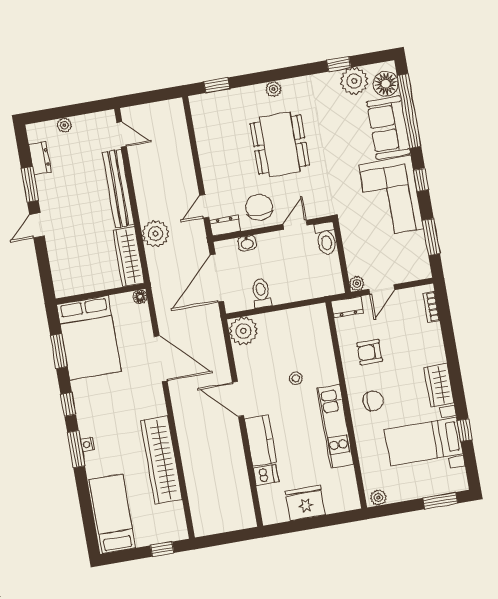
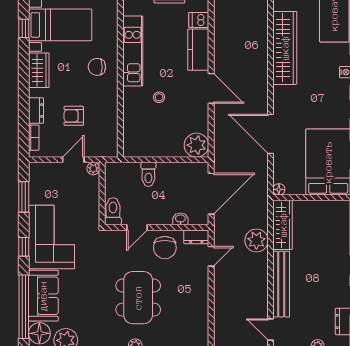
toilet: (261, 293) -> (148, 174), moved
dresser: (347, 307) -> (36, 111), moved, turned 90
armchair: (370, 352) -> (74, 116), moved, turned 180

